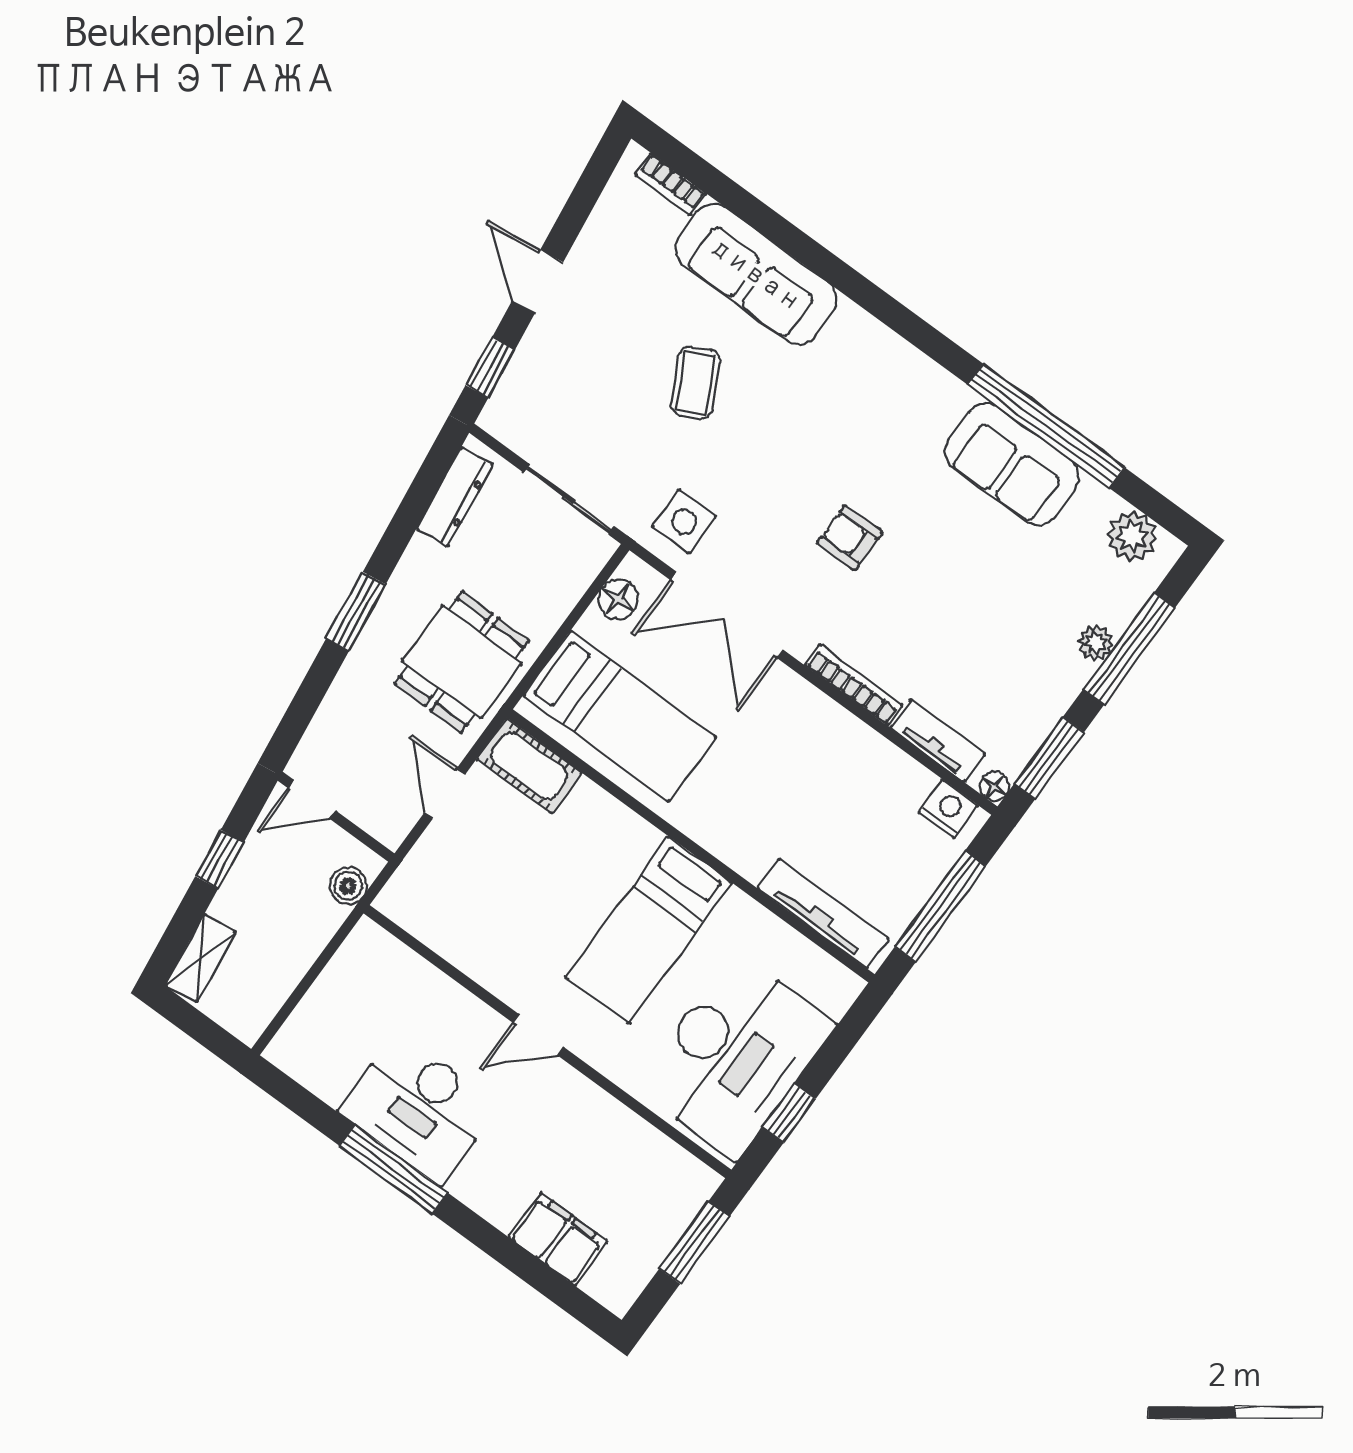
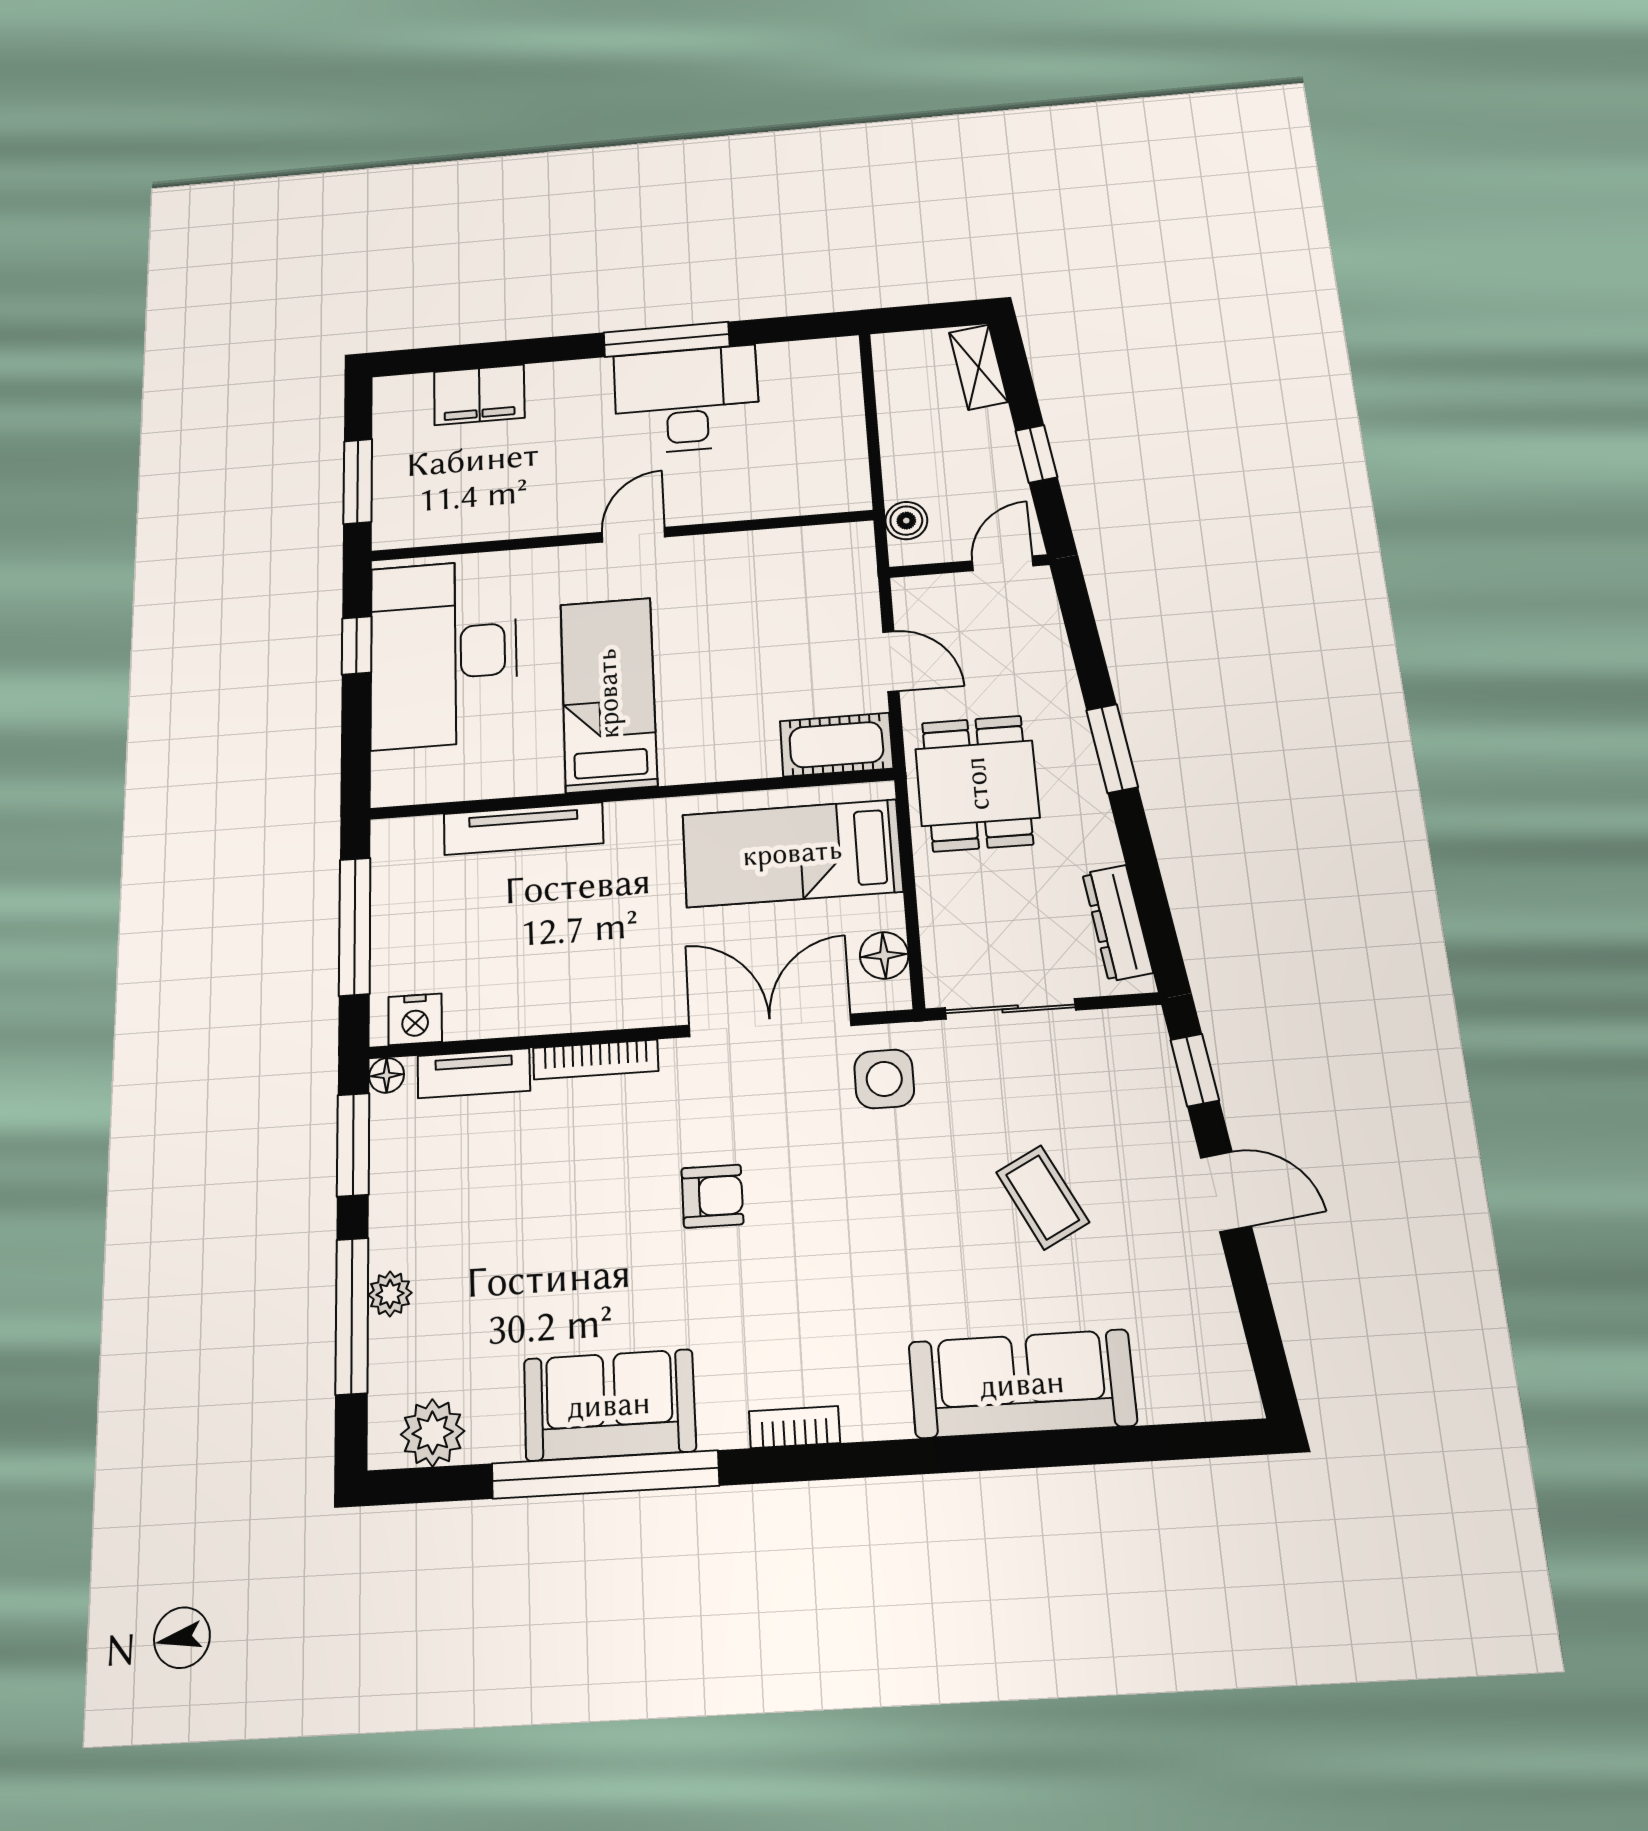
bookcase: (671, 184) -> (794, 1427), moved
coffee table: (695, 383) -> (1043, 1197), moved
tv unit: (823, 913) -> (523, 829), moved

